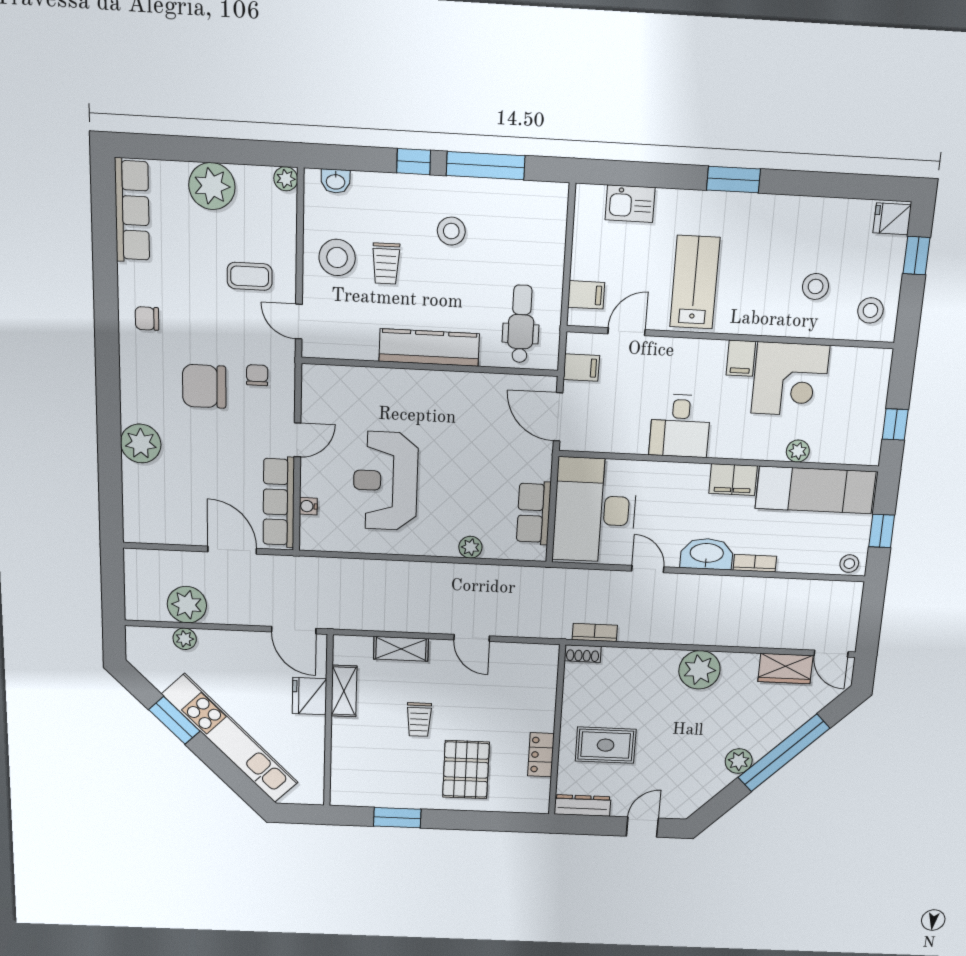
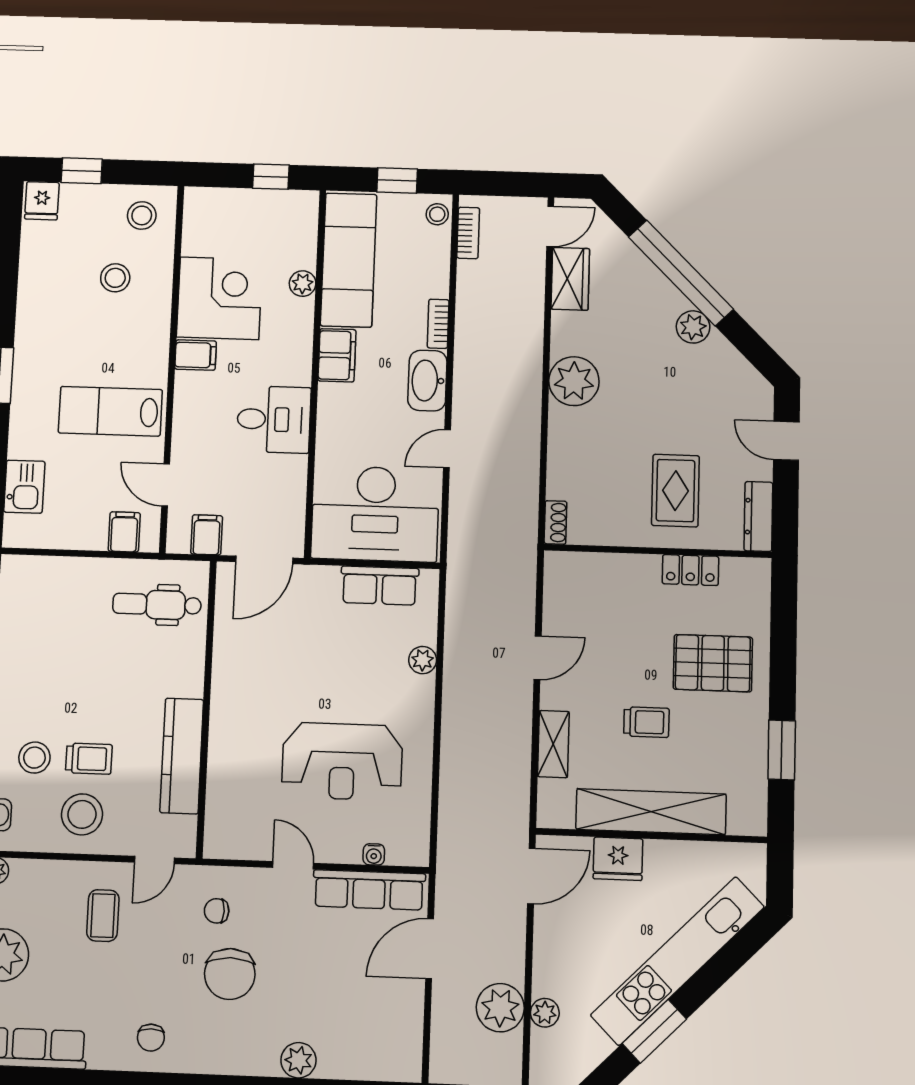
stool: (451, 231) -> (34, 758), moved
kitchen counter: (429, 348) -> (182, 756), moved
plant: (141, 443) -> (298, 1060), width x0.73, depth x0.73
bookcase: (595, 632) -> (468, 233), moved, turned 180
shelving: (344, 691) -> (651, 812), width x2.20, depth x1.33

